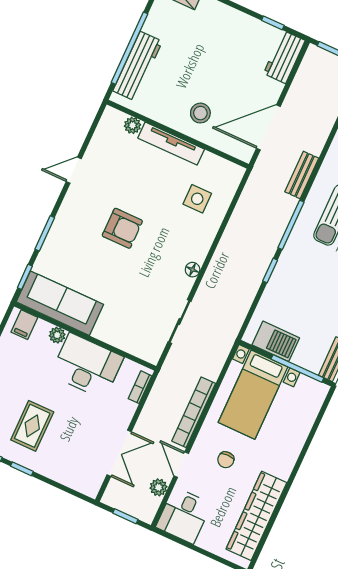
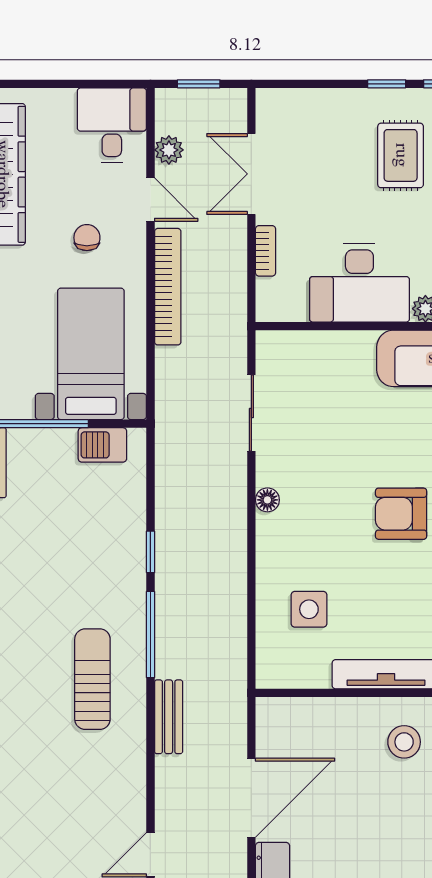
stool: (200, 113) -> (404, 742), moved
door: (268, 127) -> (251, 798), moved
barbecue: (276, 341) -> (102, 445), width x0.73, depth x0.79
bookcase: (140, 387) -> (266, 251), moved

